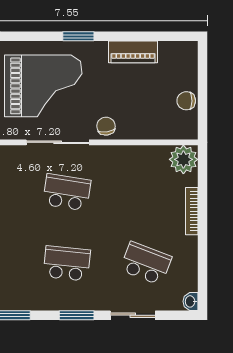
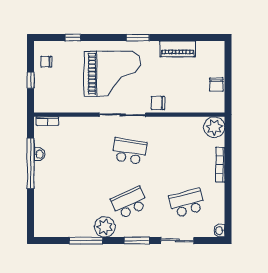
chair: (186, 101) -> (216, 85), turned -90
chair: (106, 126) -> (158, 103), turned -82
school desk: (67, 263) -> (129, 203), turned -30
school desk: (146, 263) -> (187, 203), turned -36
plant: (33, 296) -> (105, 227), added

